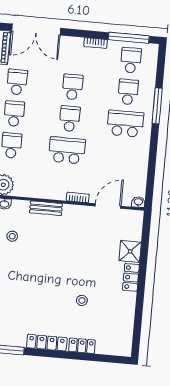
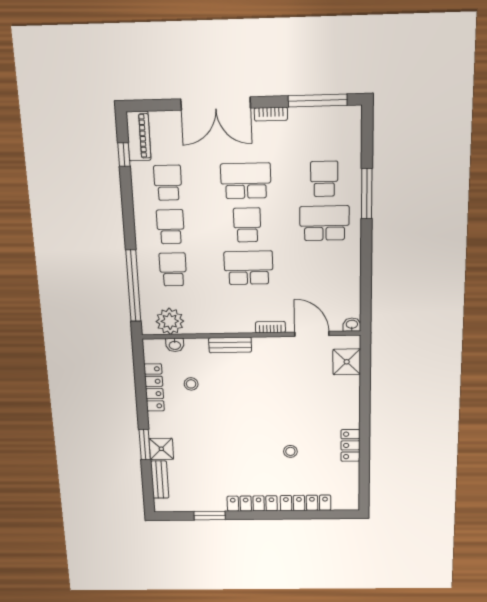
double door: (36, 29) -> (216, 103), moved
school desk: (131, 60) -> (324, 133), removed
school desk: (73, 87) -> (246, 181), width x1.85
door: (108, 206) -> (312, 334), hinge flipped
shower: (130, 251) -> (347, 362), moved
locker: (131, 277) -> (350, 445), moved
locker: (82, 346) -> (305, 503), width x1.53

